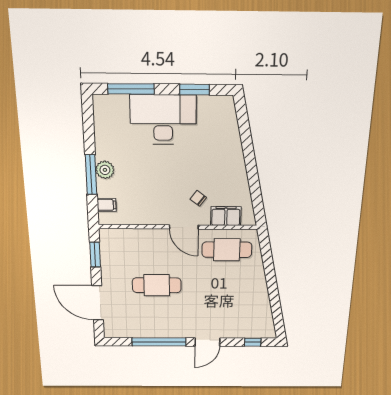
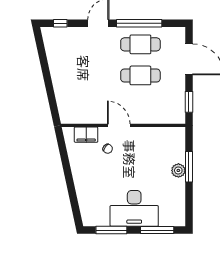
window: (194, 90) -> (111, 230), width x1.44
filing cabinet: (107, 205) -> (178, 143), removed
cafe table: (227, 250) -> (140, 44), moved

